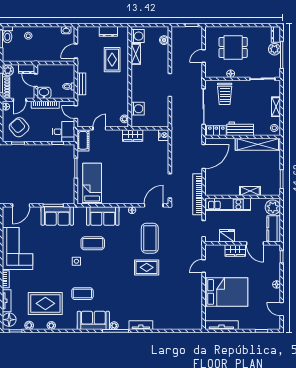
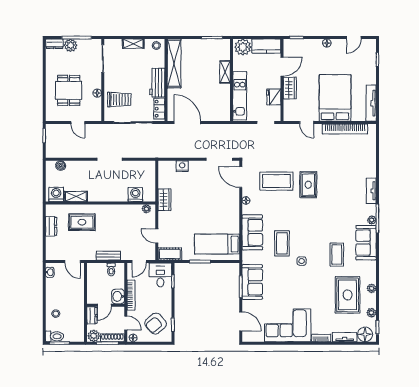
nightstand: (164, 135) -> (182, 166), moved
bookcase: (198, 194) -> (345, 129), moved

